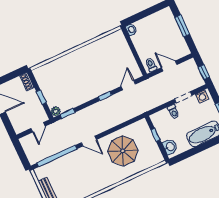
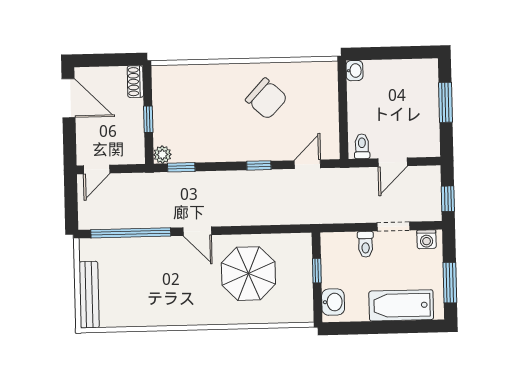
chair: (94, 62) -> (266, 99), added
door: (169, 66) -> (393, 162), swing flipped
door: (38, 127) -> (97, 169), moved

